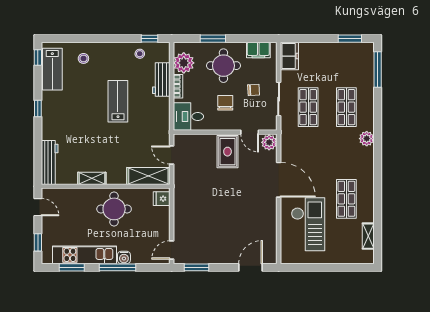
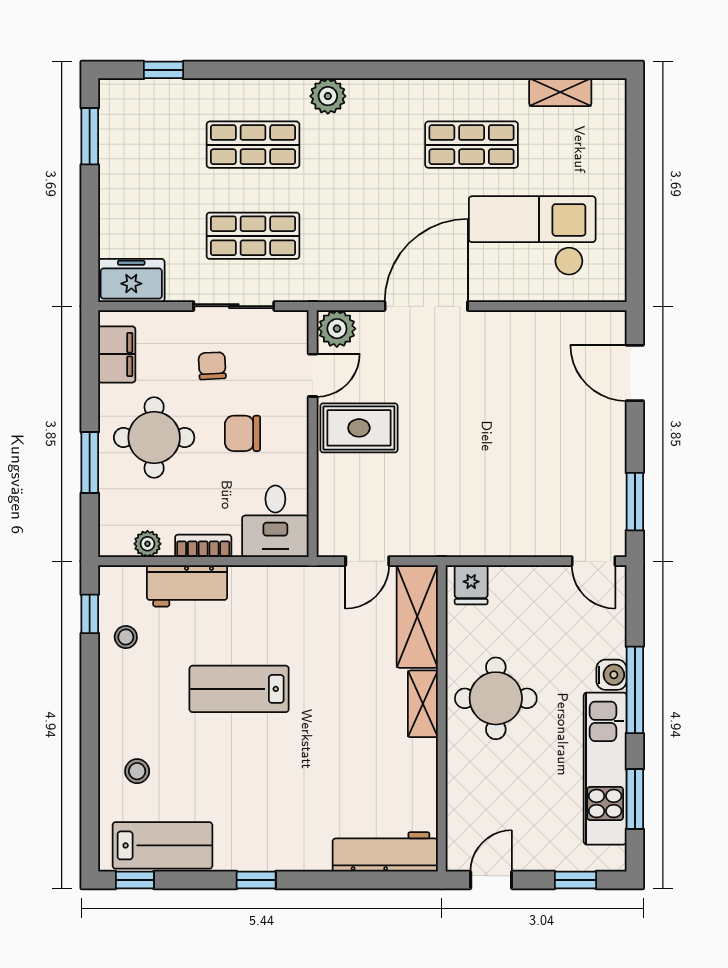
plant: (184, 63) -> (147, 544), width x0.53, depth x0.53
window: (378, 70) -> (163, 70), width x0.46
shelving: (92, 178) -> (423, 704), moved

